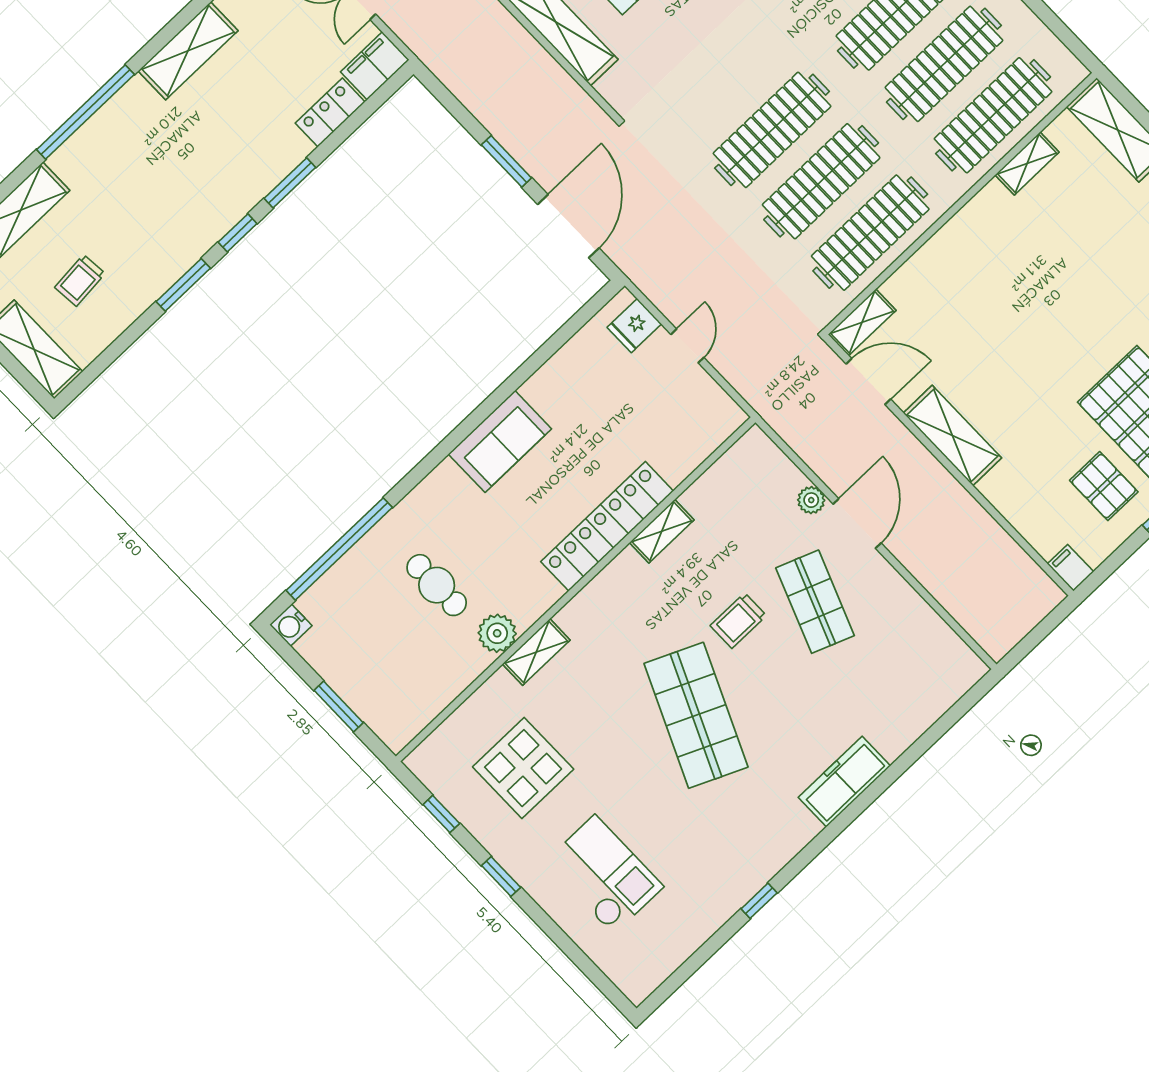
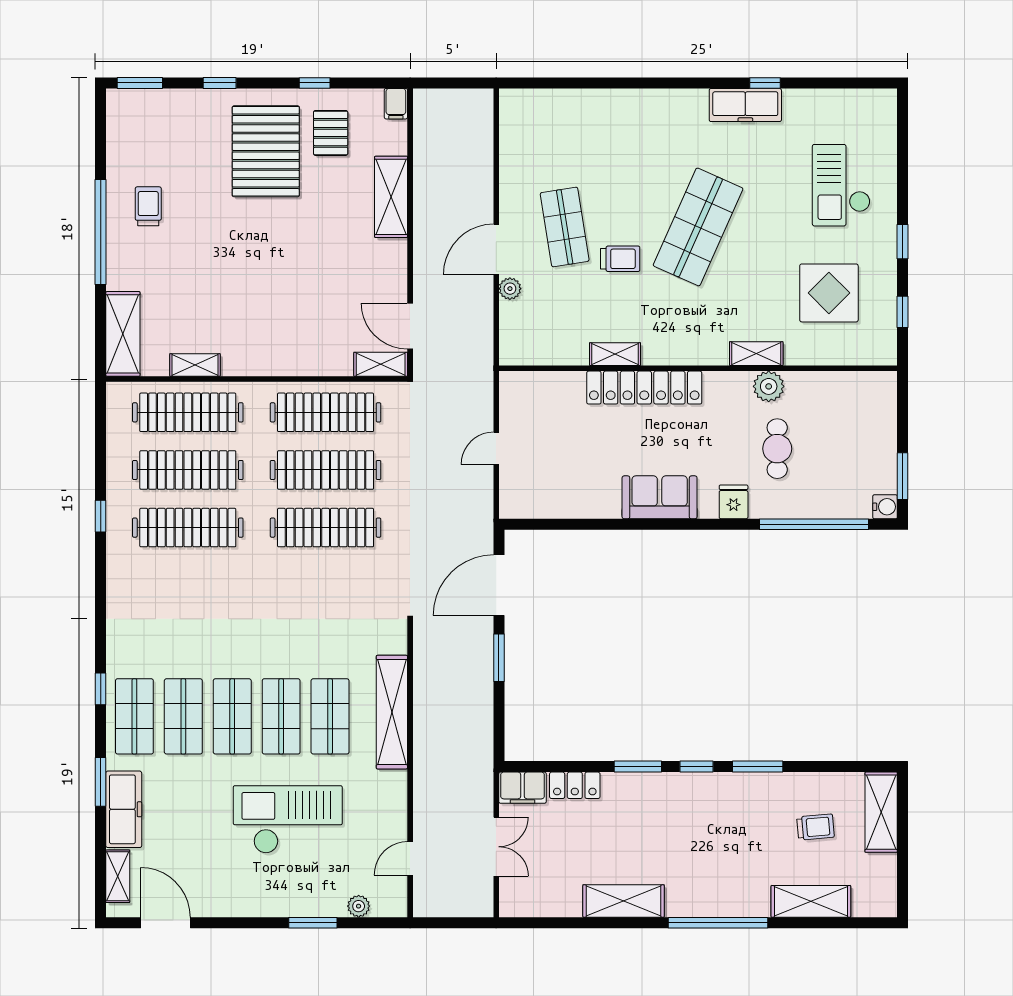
fridge: (634, 326) -> (734, 502), moved, turned -90
shelving: (952, 436) -> (391, 197), moved
shop shelf: (815, 602) -> (565, 227), turned -30
window: (339, 707) -> (903, 476), moved
freezer: (844, 782) -> (745, 105), moved

